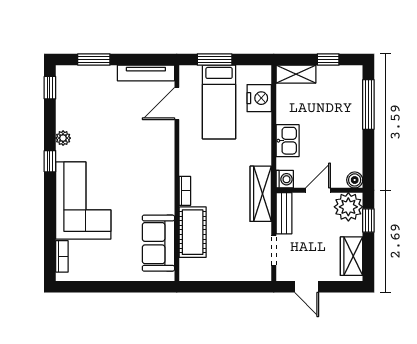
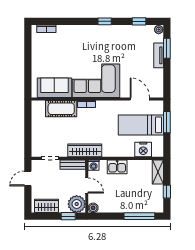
tv unit: (146, 73) -> (159, 55), moved, width x0.71
window: (50, 88) -> (139, 21), moved
plant: (63, 138) -> (159, 30), moved
corner sofa: (83, 201) -> (96, 81), moved, turned 180

